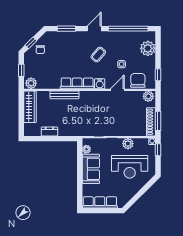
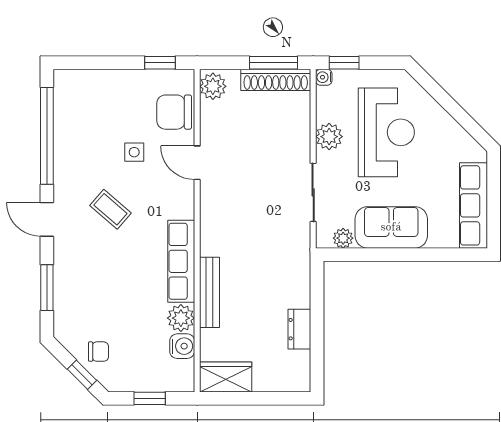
plant: (148, 48) -> (95, 88), removed
plant: (31, 83) -> (181, 318), moved
water cooler: (100, 84) -> (182, 346), moved
wardrobe: (30, 107) -> (226, 377), width x0.67

